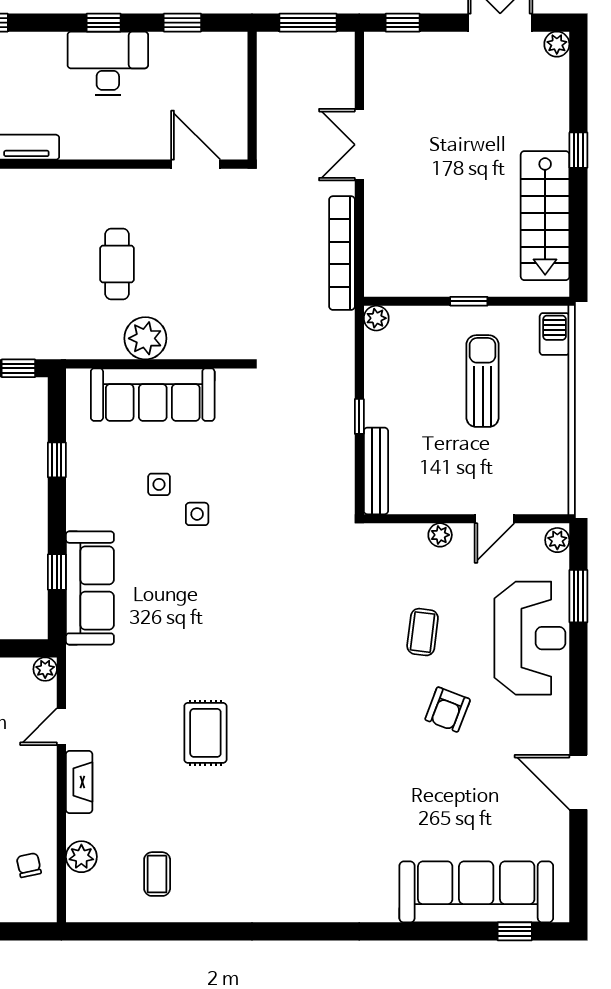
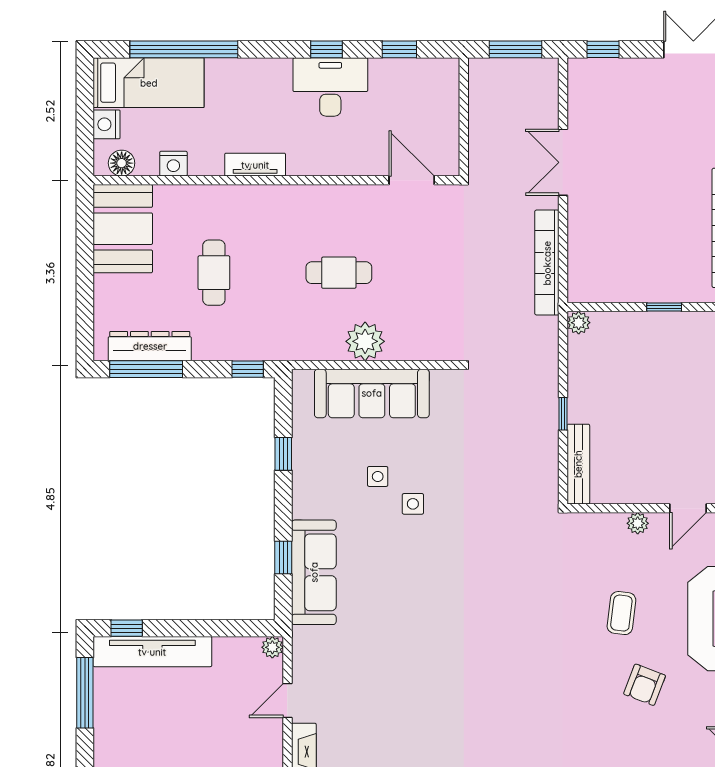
cafe table: (117, 264) -> (339, 273), turned 90
sun lounger: (483, 381) -> (677, 381), removed
rug: (205, 733) -> (421, 706), removed

